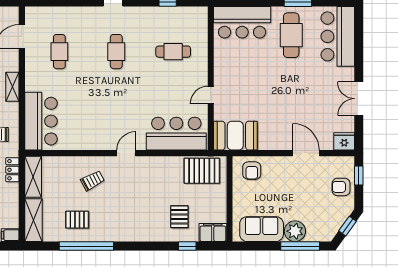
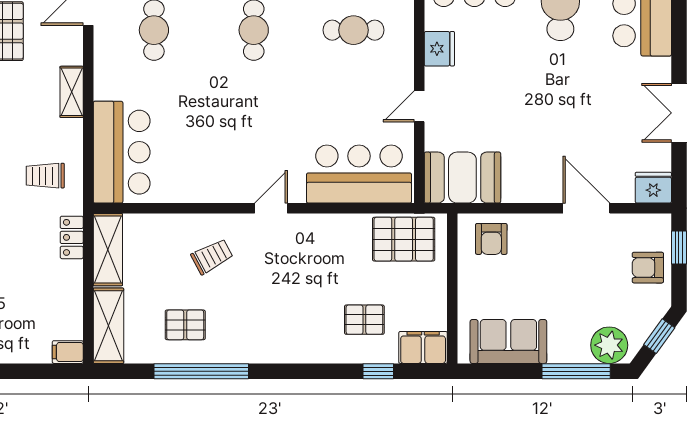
fridge: (222, 62) -> (439, 49), added
pallet: (179, 217) -> (364, 320), turned 90
plant: (295, 231) -> (609, 345), moved

